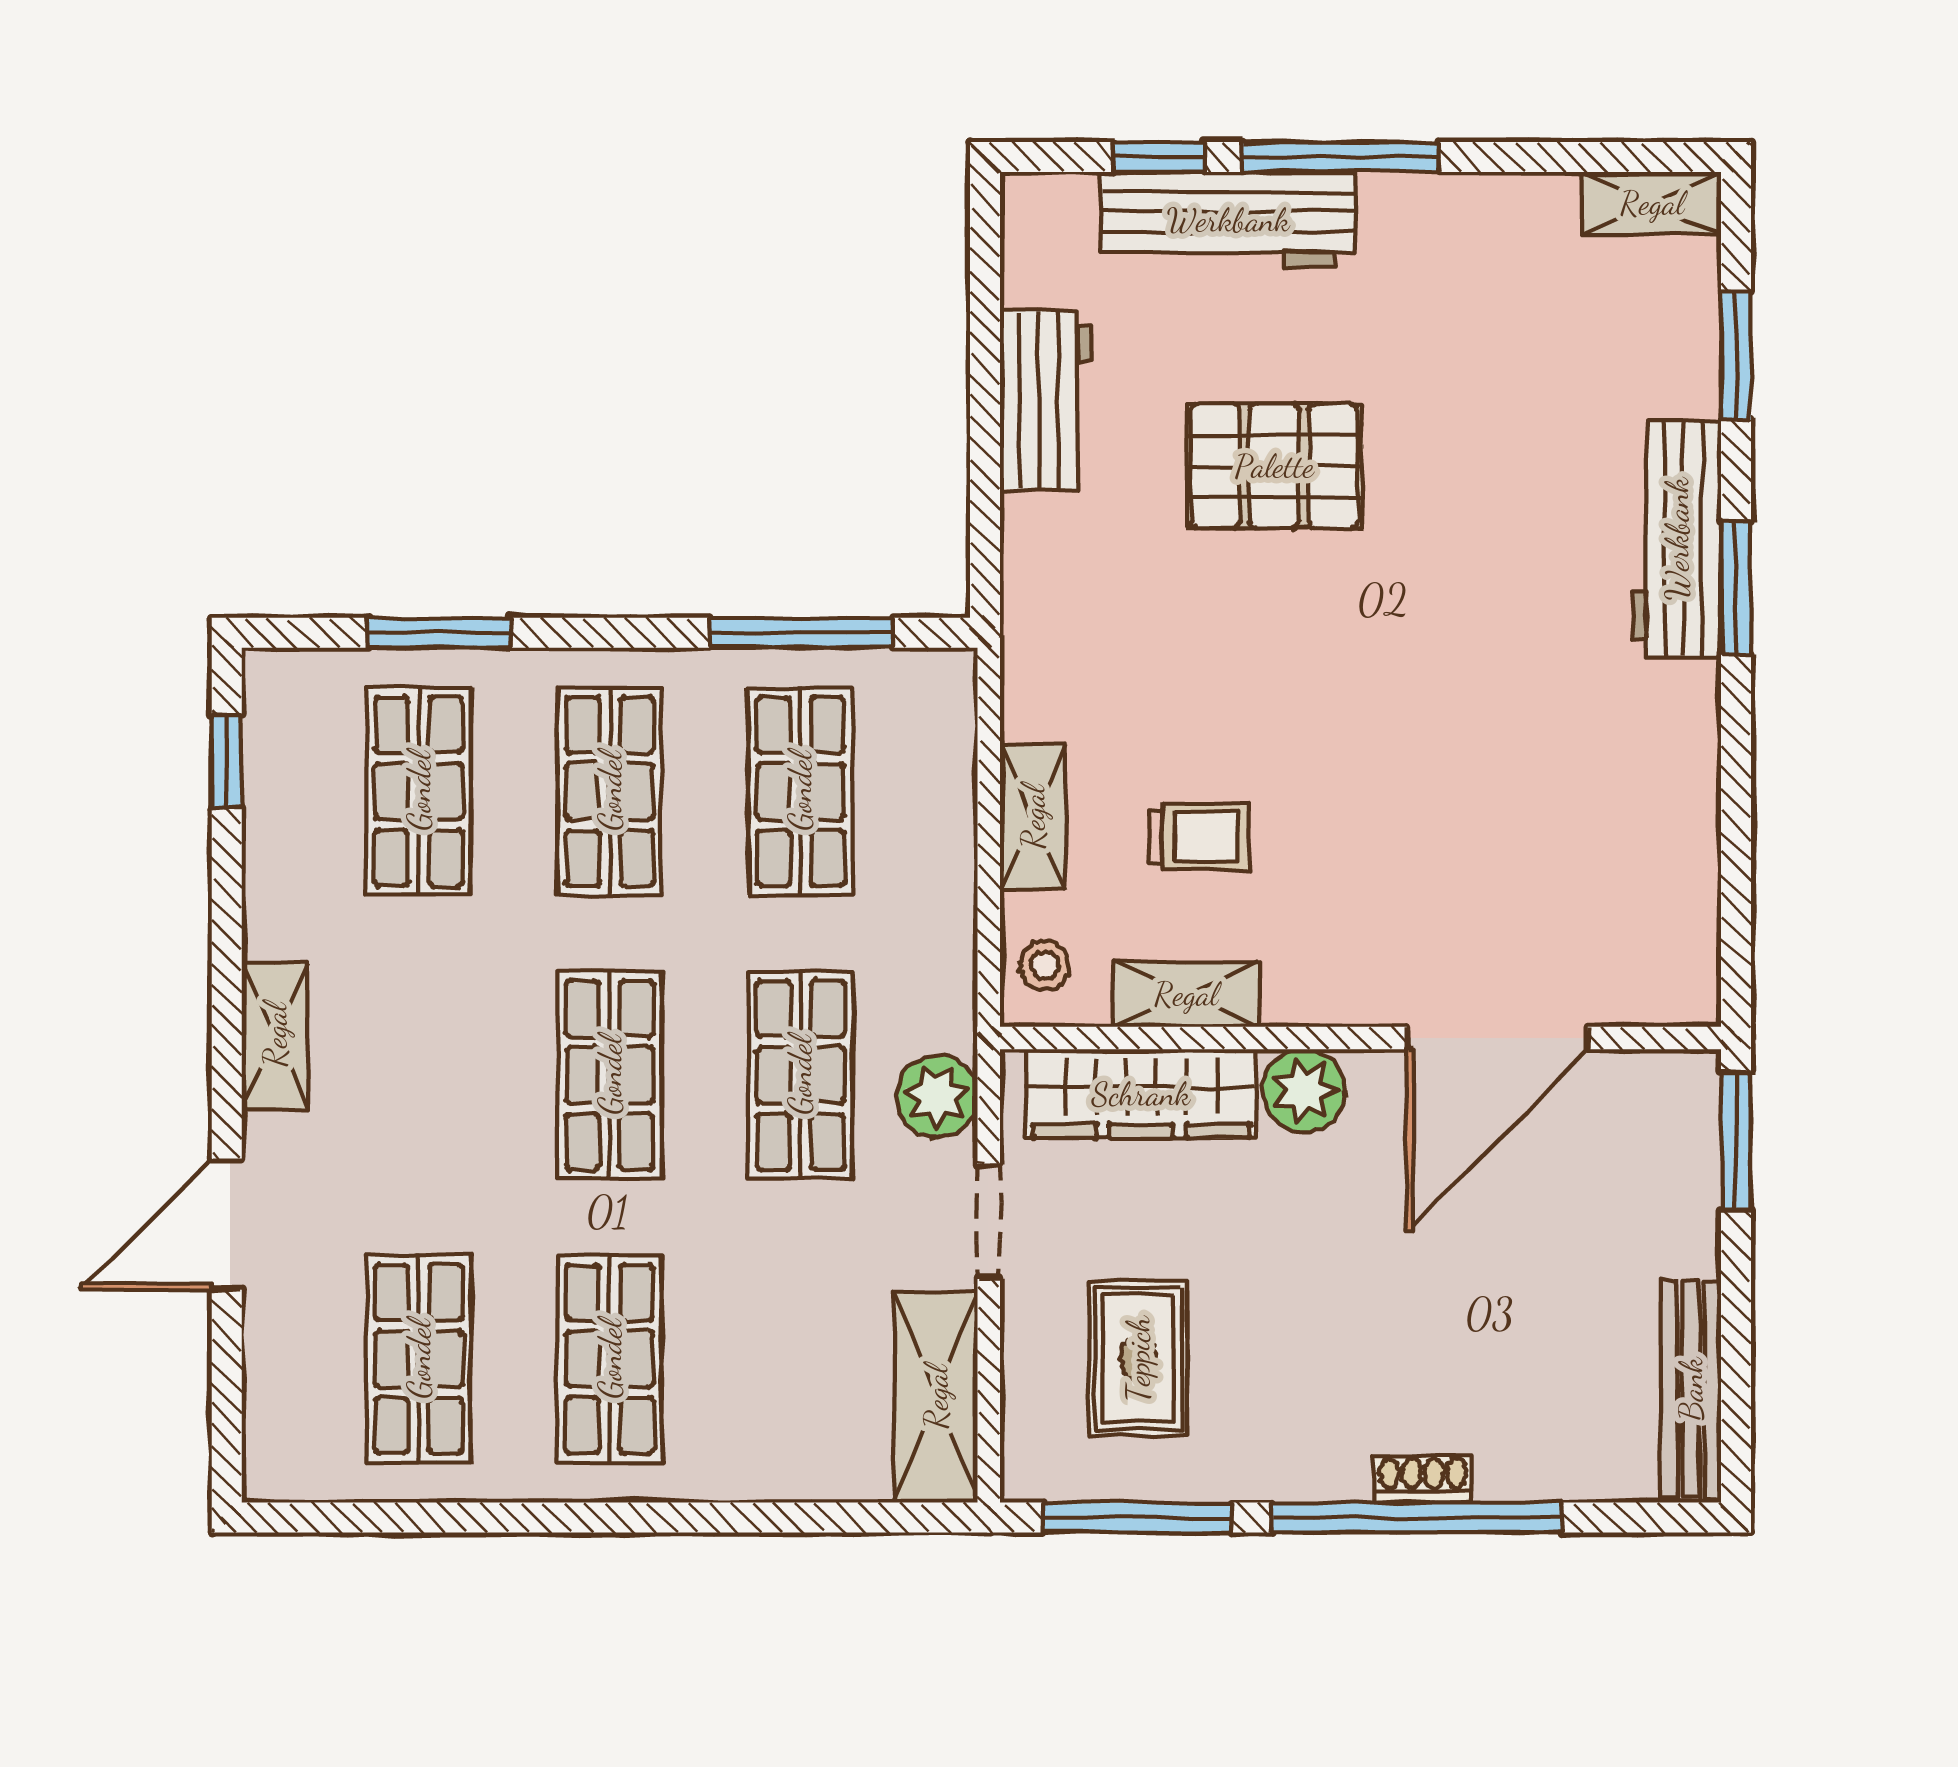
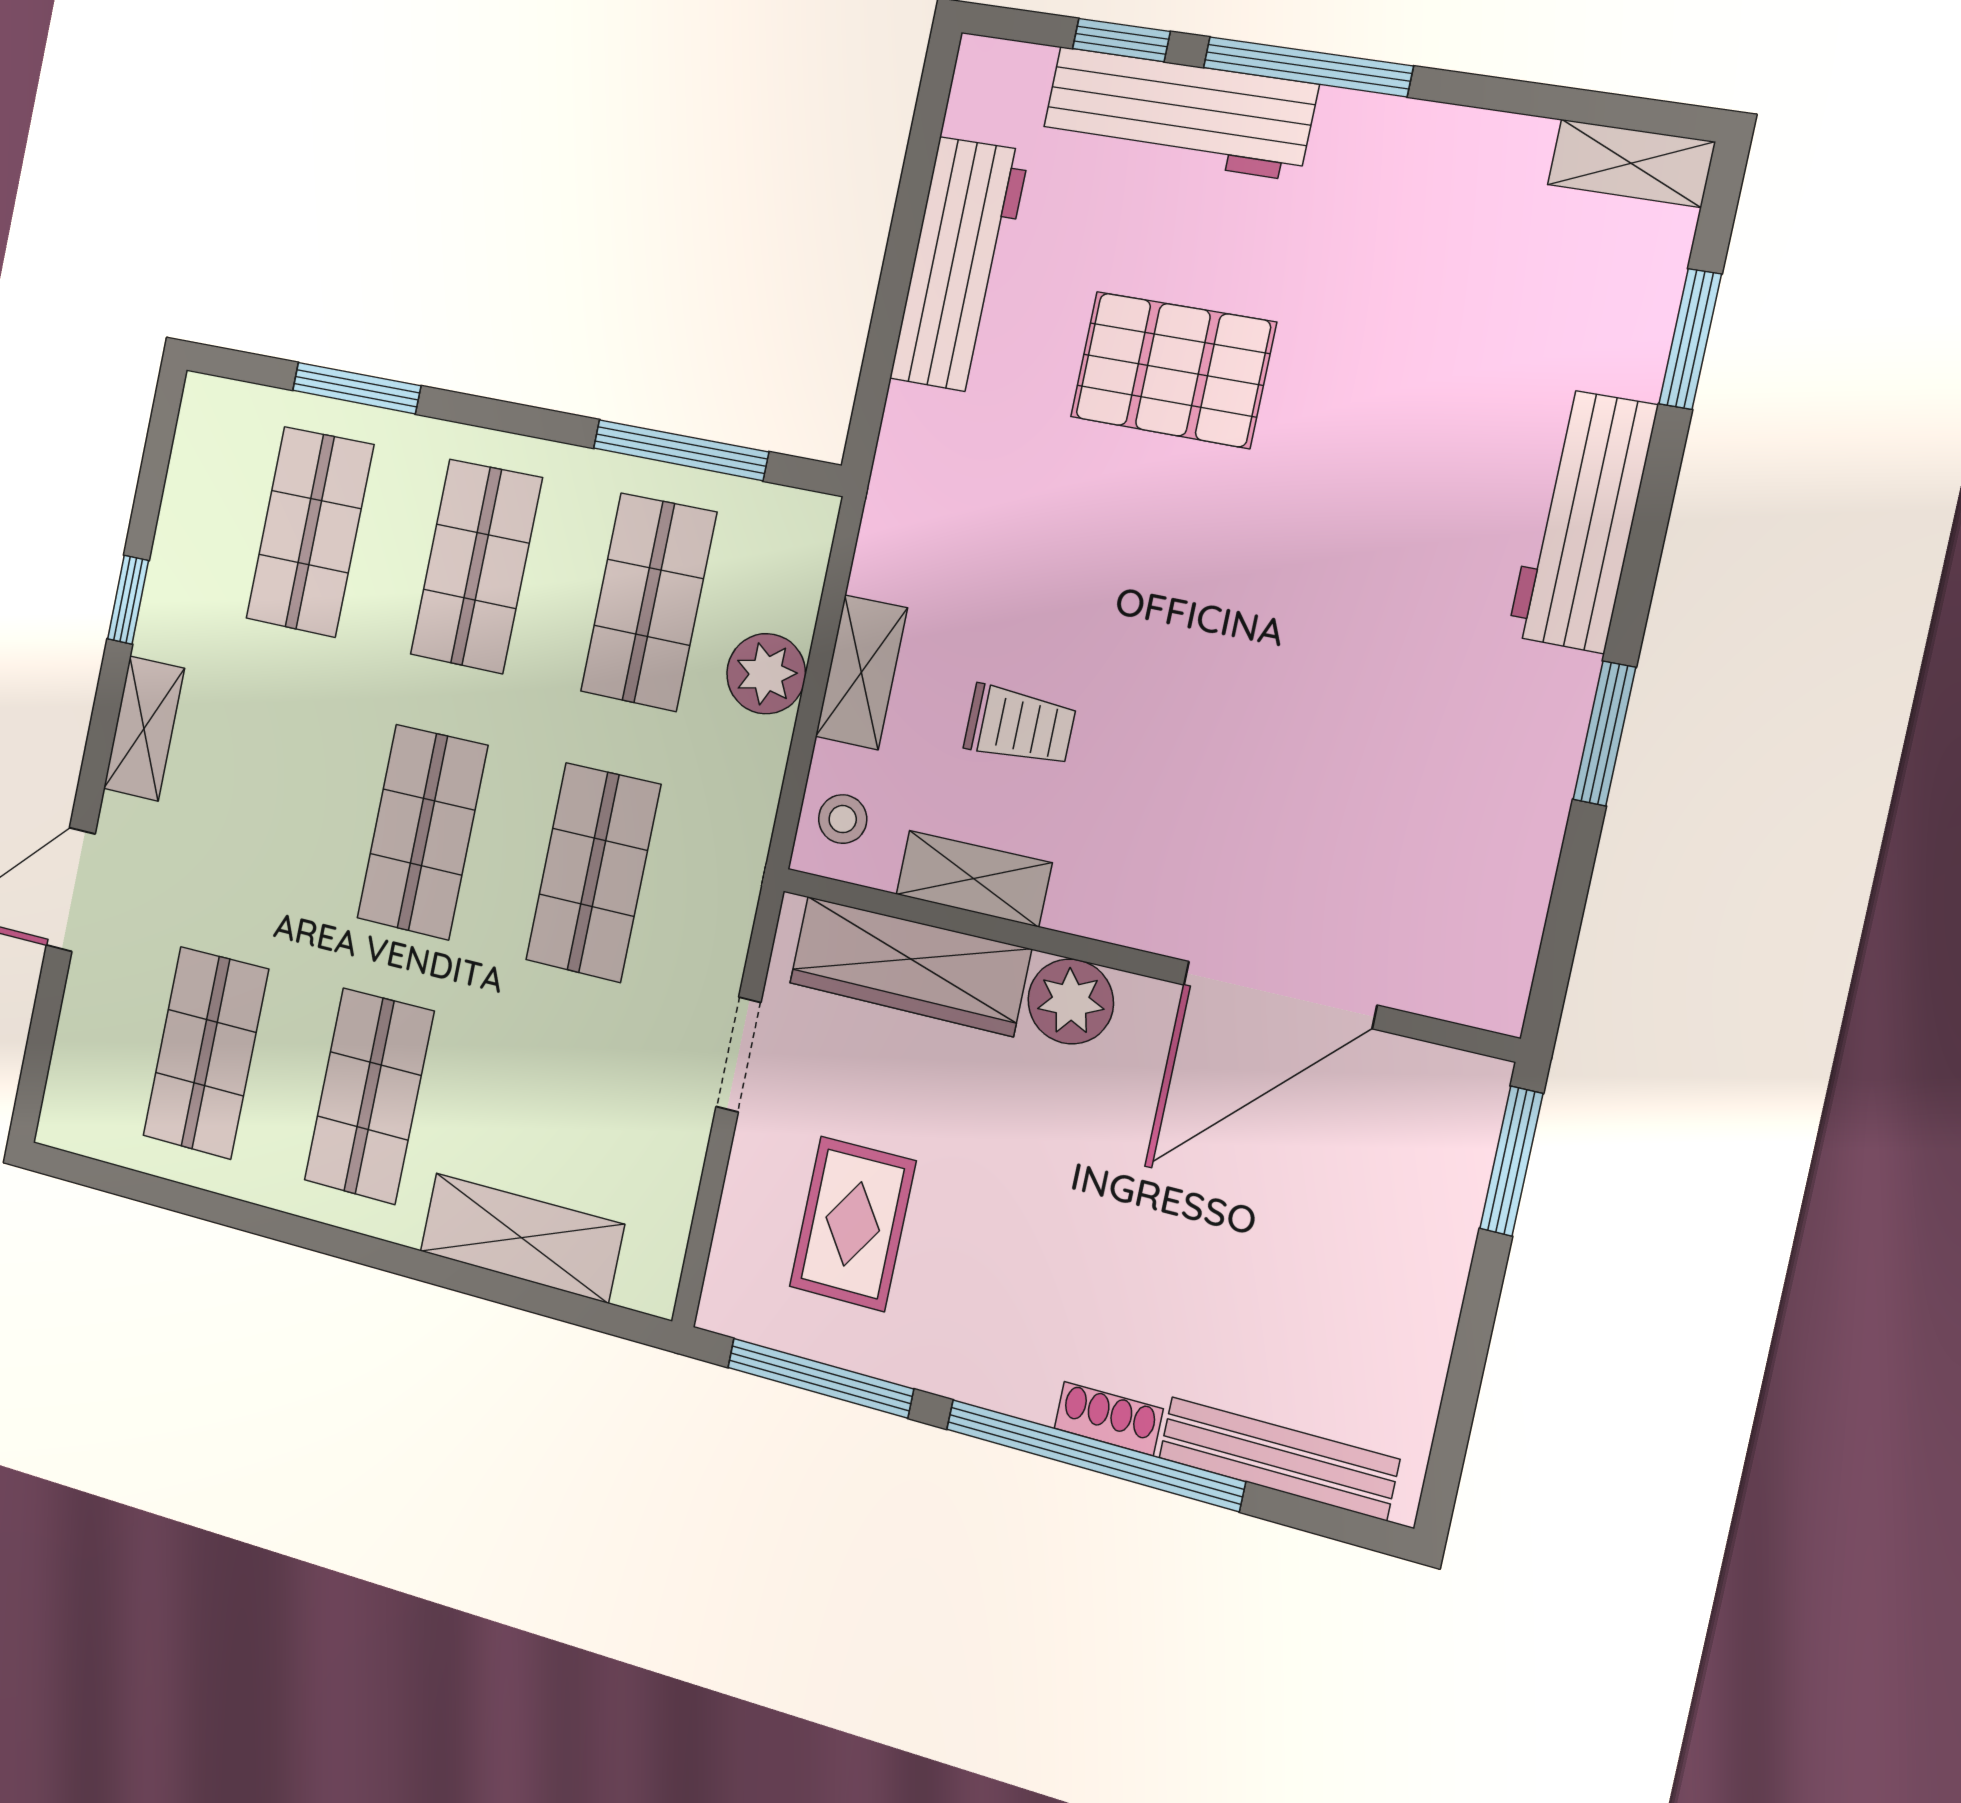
workbench: (1046, 400) -> (959, 265), width x1.38
window: (1736, 588) -> (1604, 733), moved
window: (227, 761) -> (128, 600), moved
plant: (937, 1096) -> (766, 674), moved
bench: (1691, 1389) -> (1278, 1458), moved, turned 90
shelving: (936, 1397) -> (522, 1238), moved, turned 90

